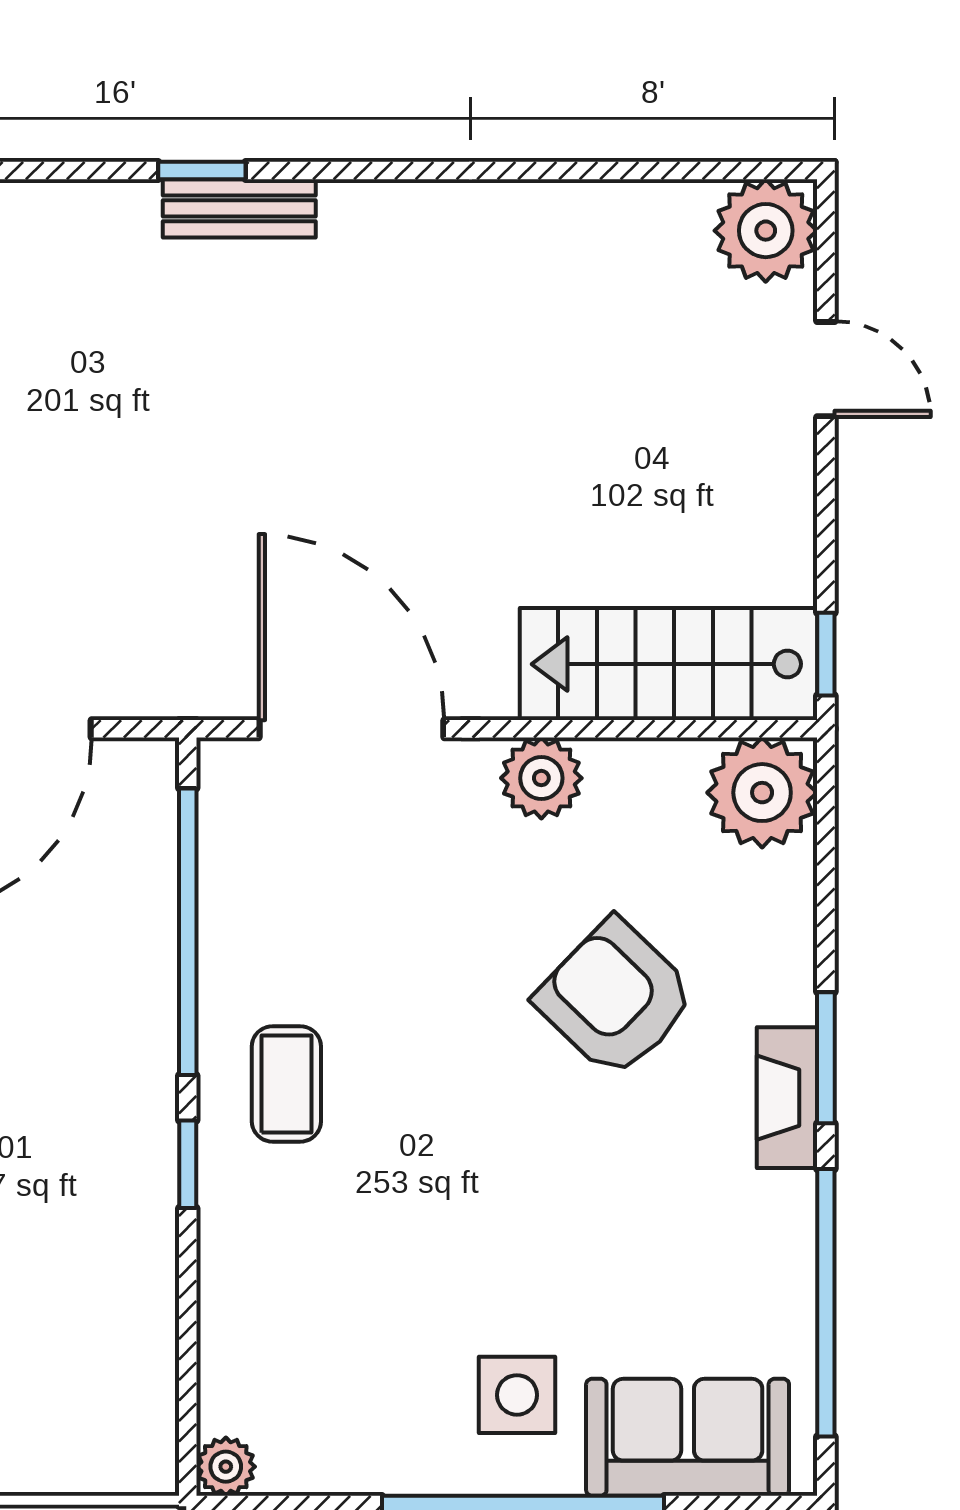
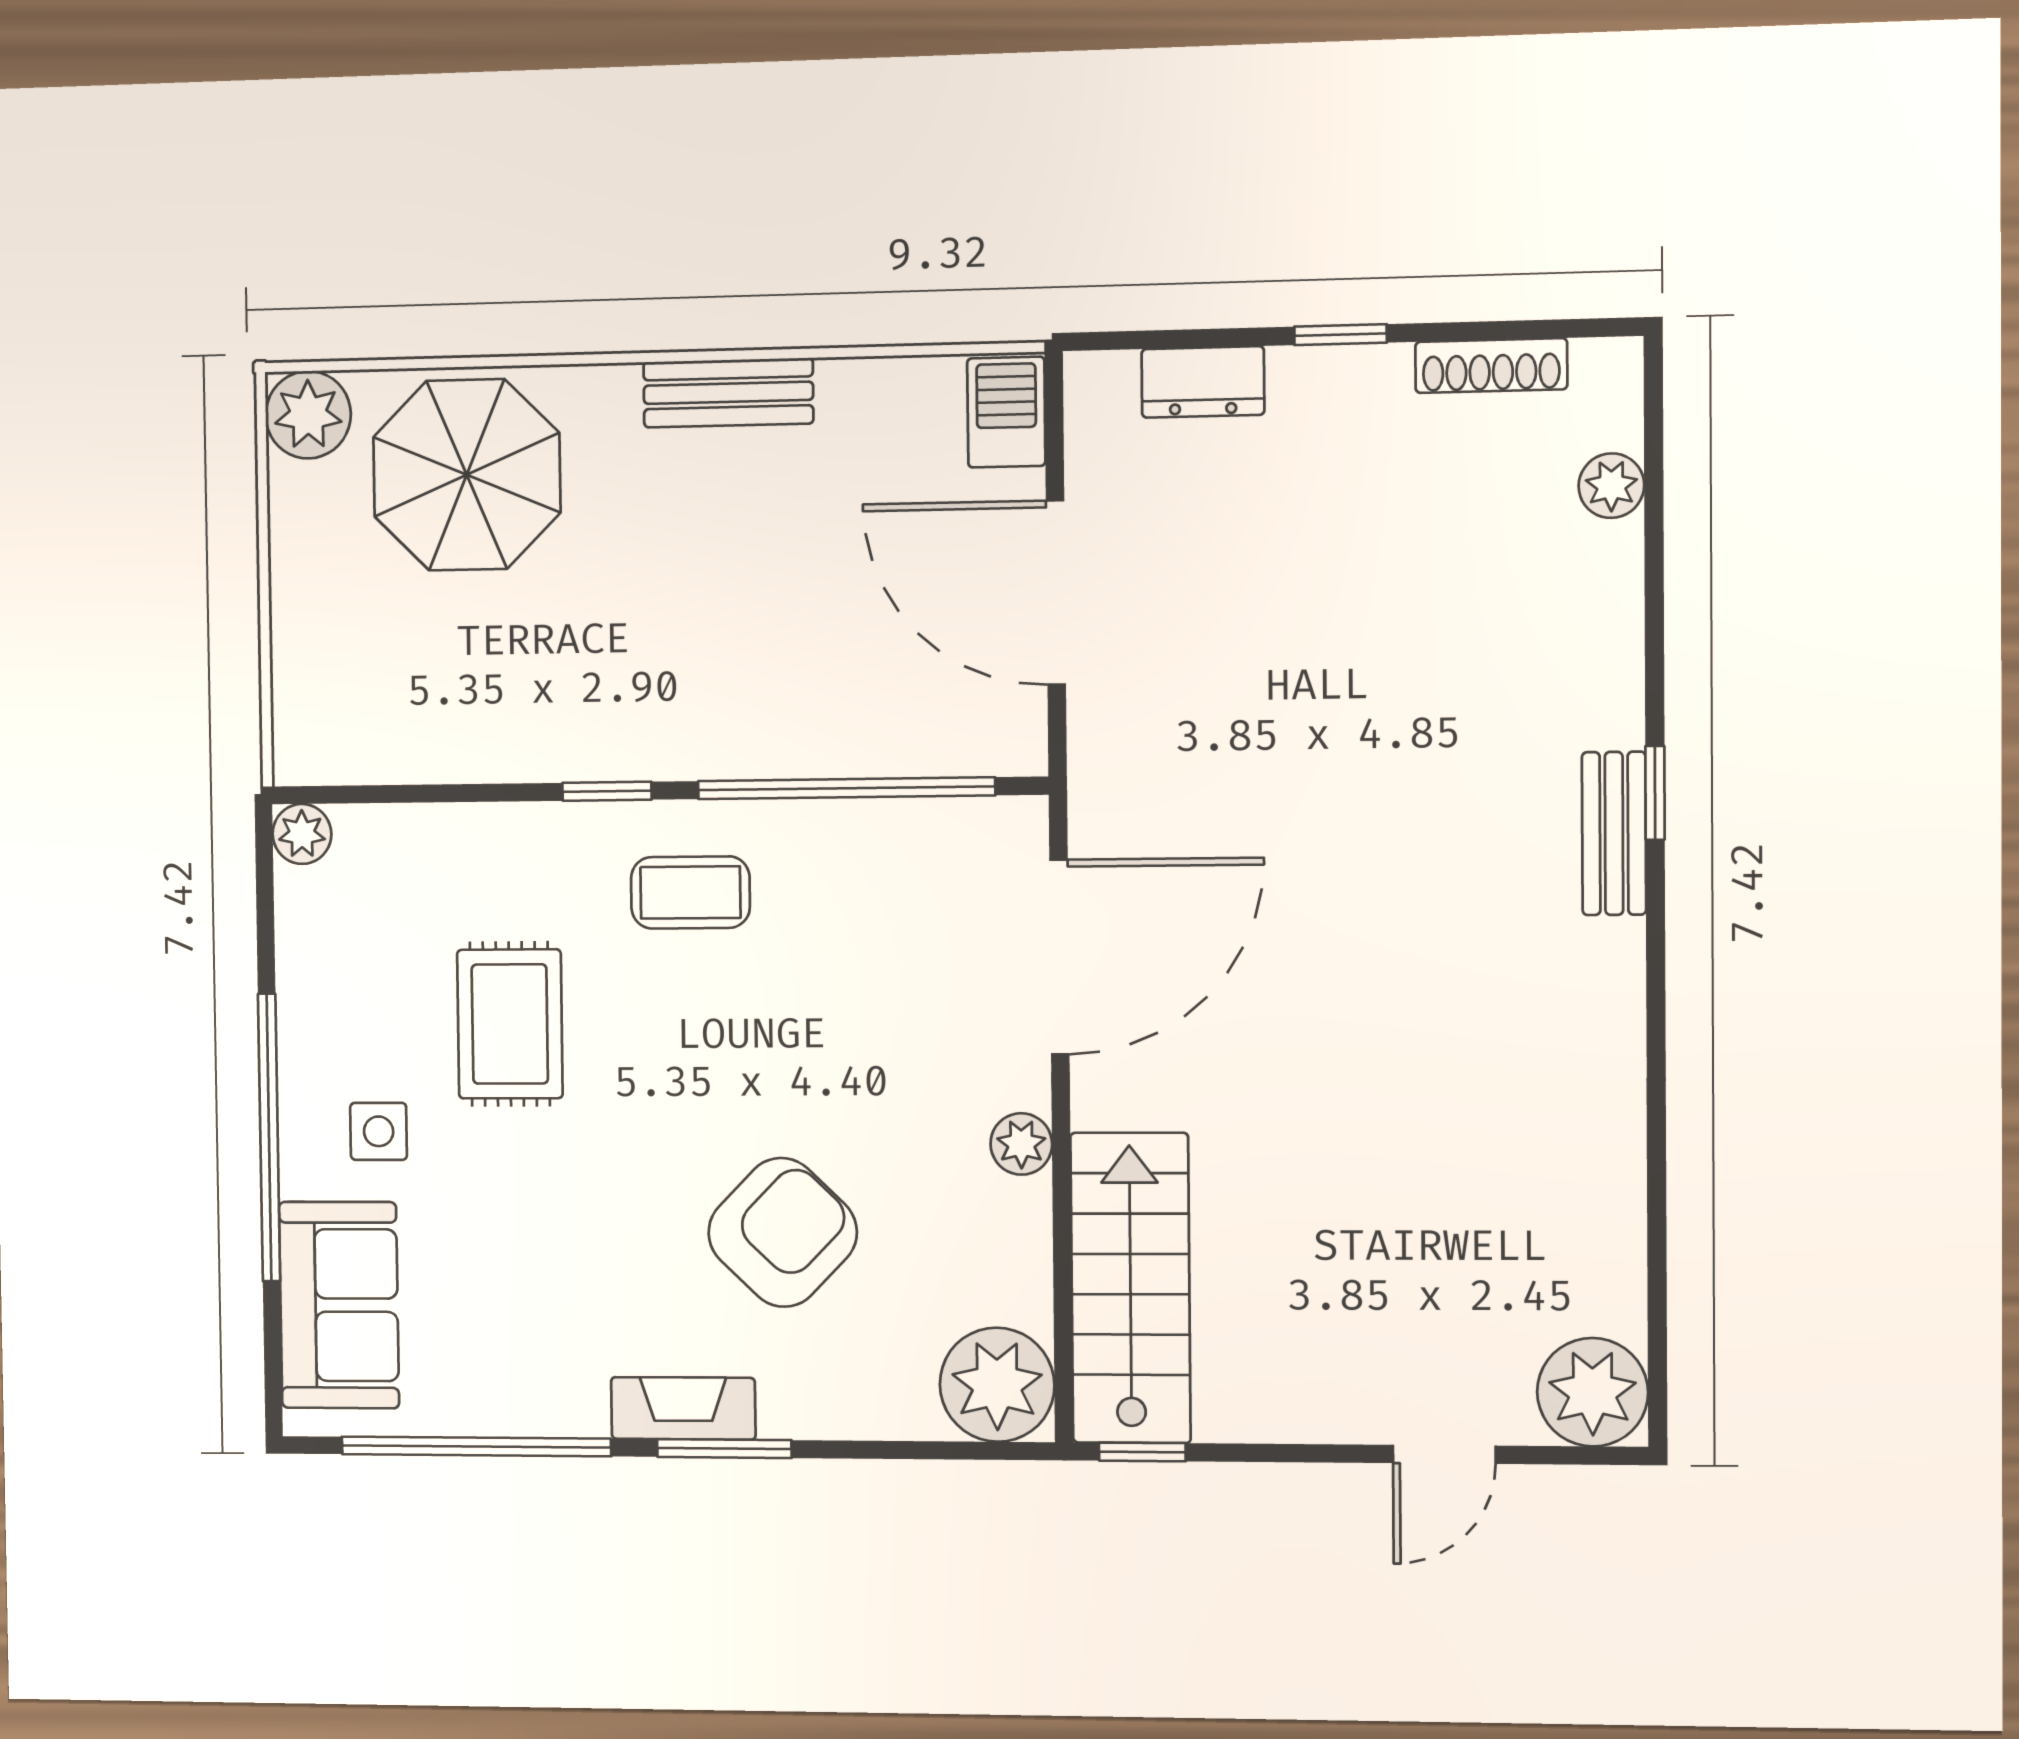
plant: (541, 778) -> (1021, 1144), width x0.73, depth x0.73
rug: (413, 1263) -> (510, 1024), added
side table: (517, 1395) -> (379, 1131), width x0.73, depth x0.73

